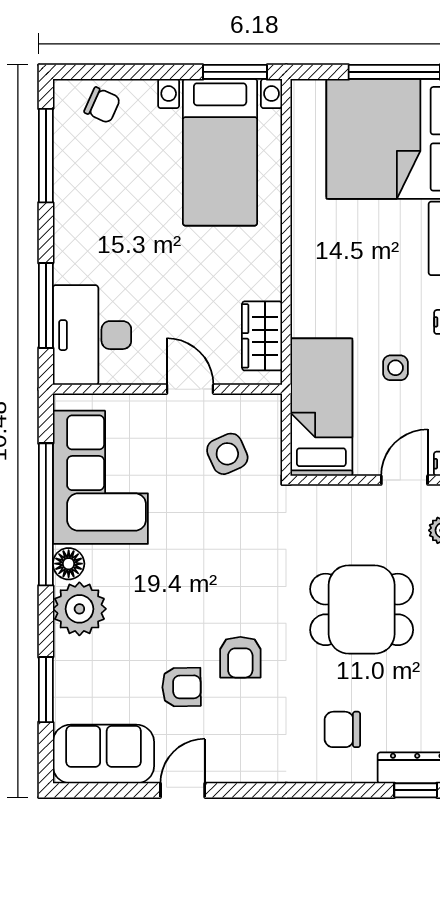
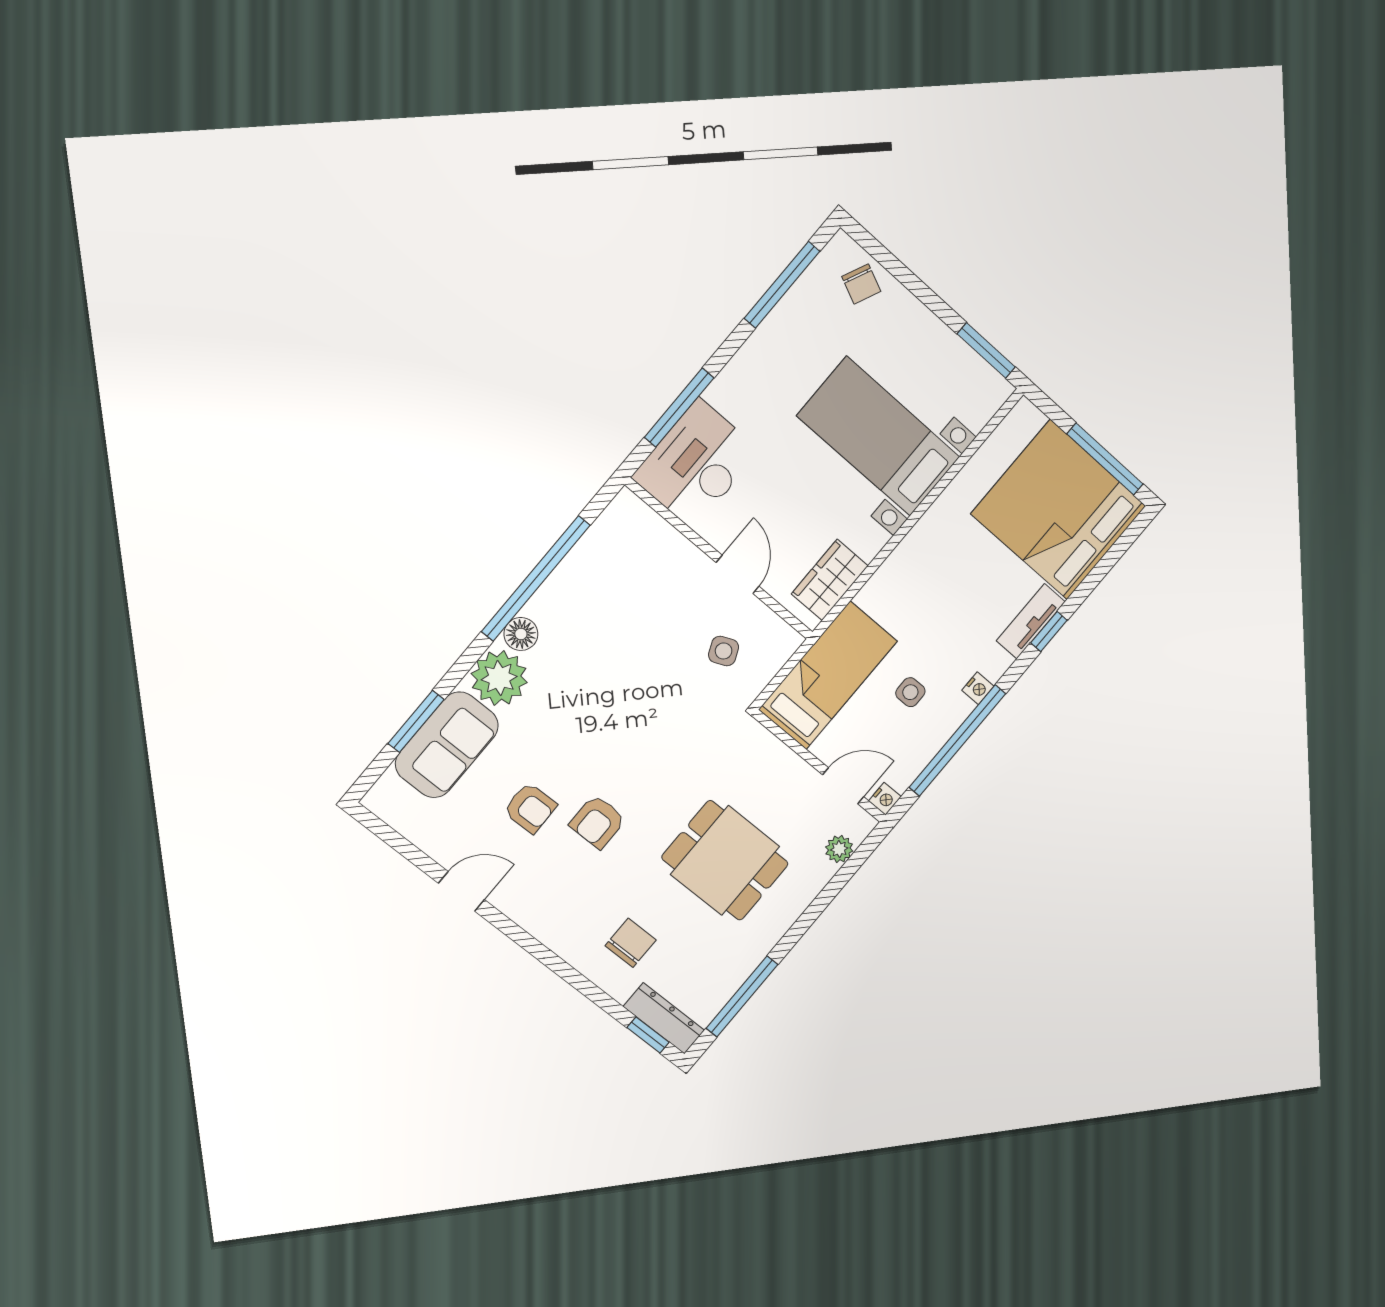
bed with nightstands: (220, 152) -> (879, 437), moved, turned 90
side table: (227, 454) -> (724, 651), width x0.73, depth x0.73
corner sofa: (100, 477) -> (606, 585), removed
chair: (342, 729) -> (631, 943), turned 90
sofa: (103, 754) -> (447, 745), moved, turned 90

